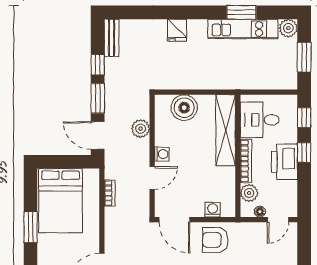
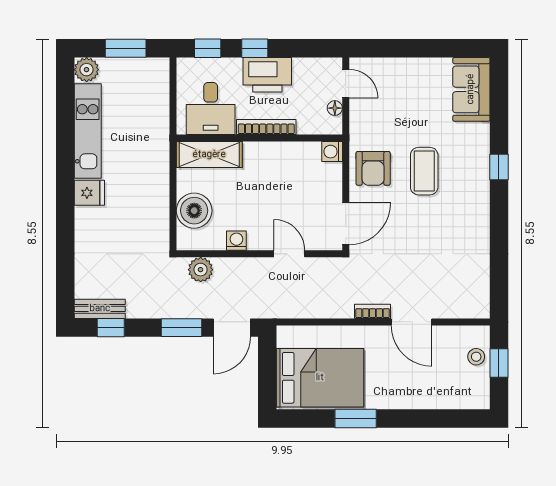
window: (241, 12) -> (65, 133), removed
fridge: (177, 30) -> (89, 193), moved
window: (98, 65) -> (111, 328), moved
plant: (141, 129) -> (201, 270), moved
shelving: (226, 130) -> (209, 155), width x0.68
washing machine: (162, 154) -> (236, 241), moved
bookcase: (110, 193) -> (373, 311), moved
plant: (249, 193) -> (310, 123), removed
washing machine: (213, 210) -> (332, 152), moved

